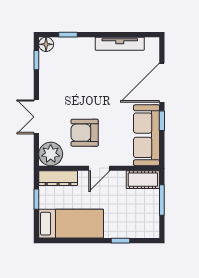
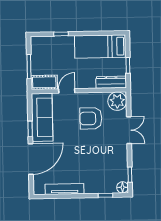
armchair: (85, 133) -> (91, 118), turned 180
door: (99, 168) -> (67, 91), moved

